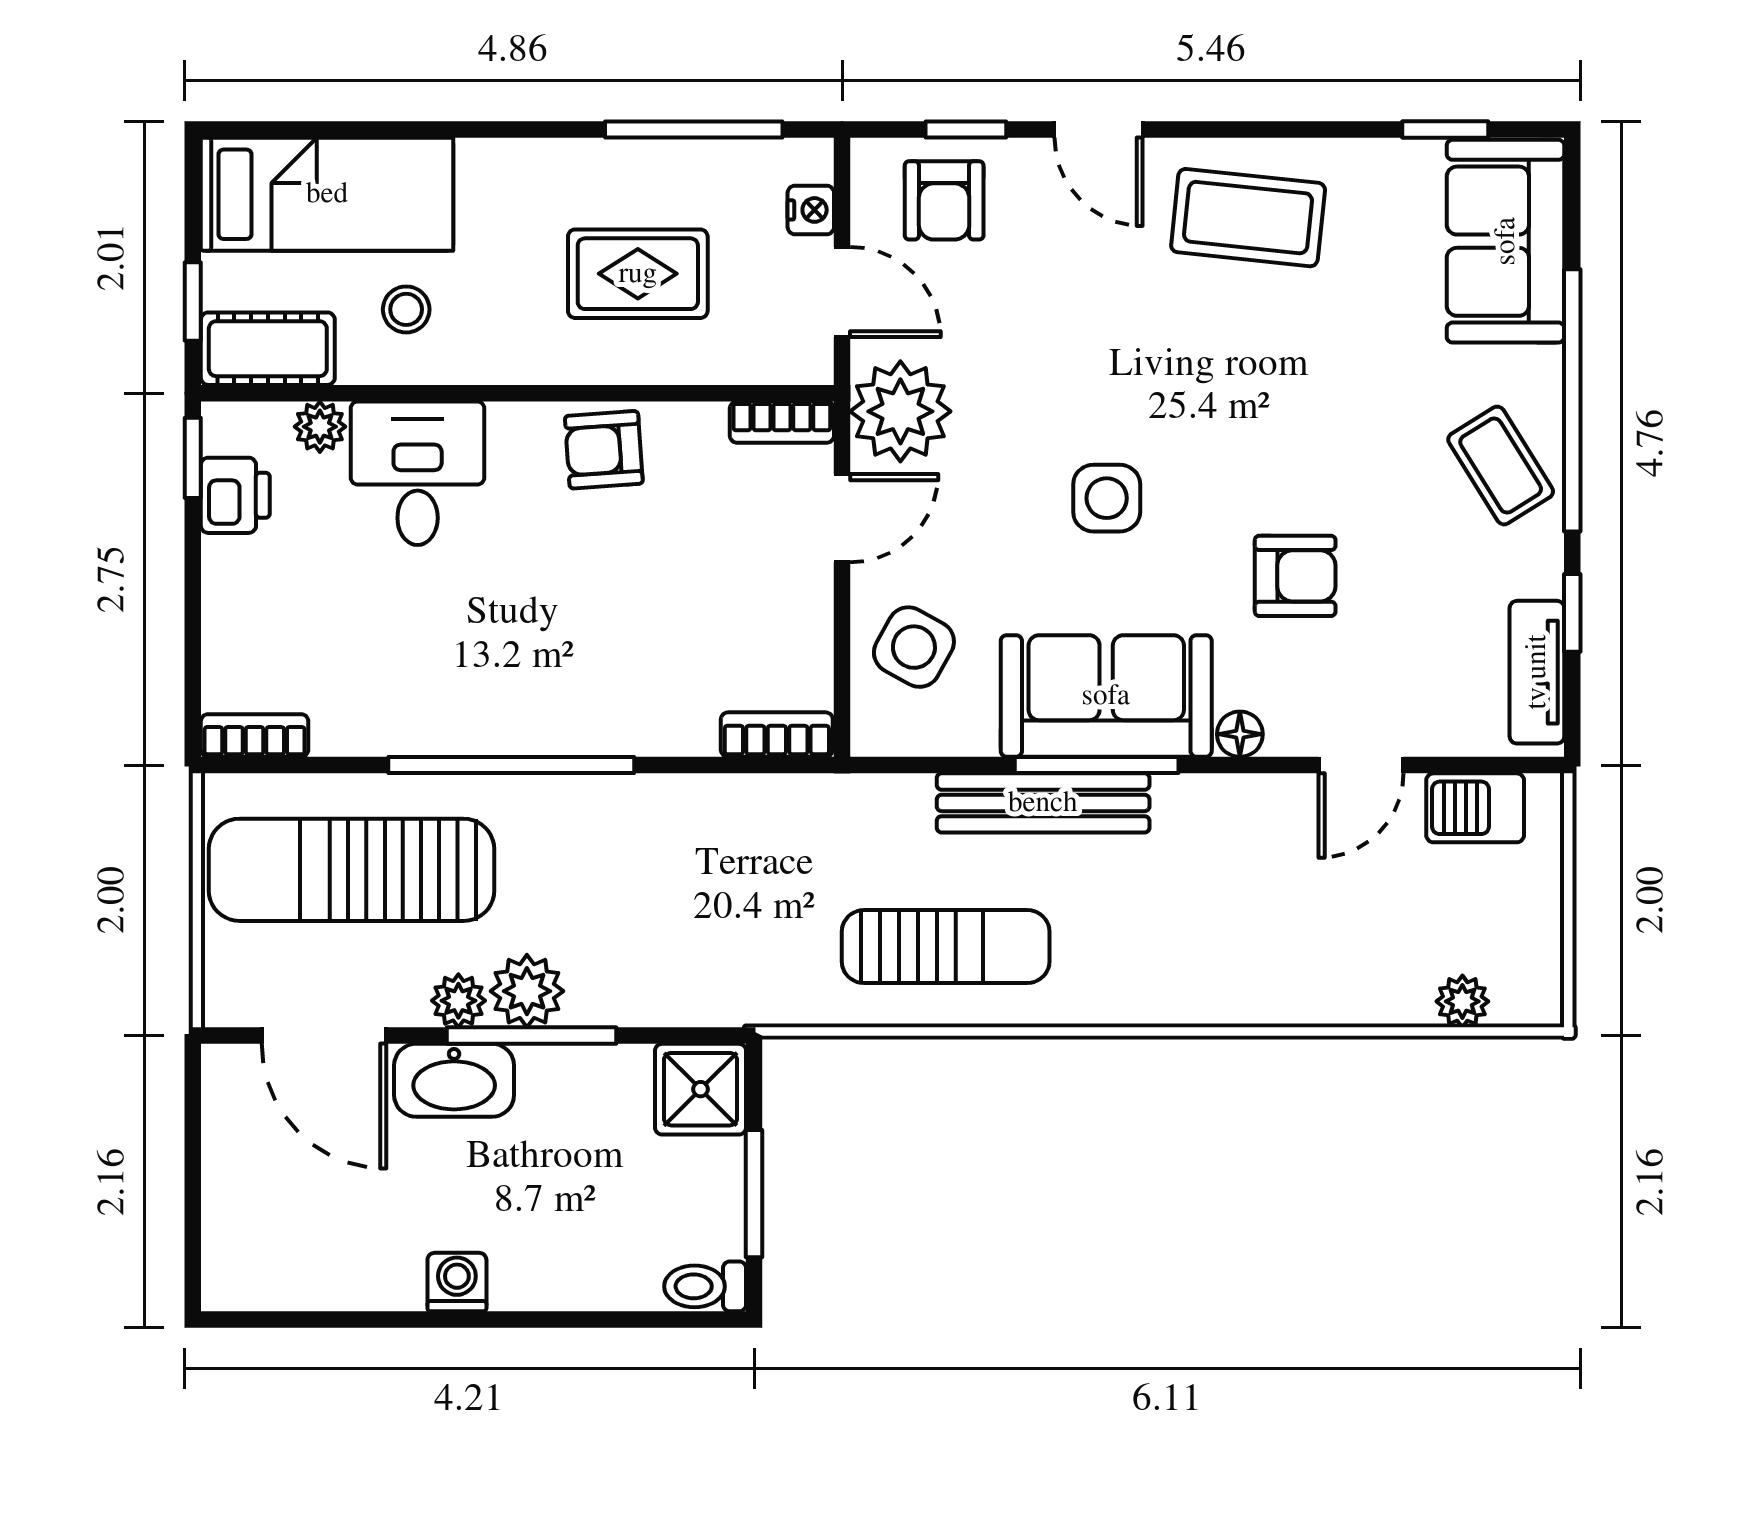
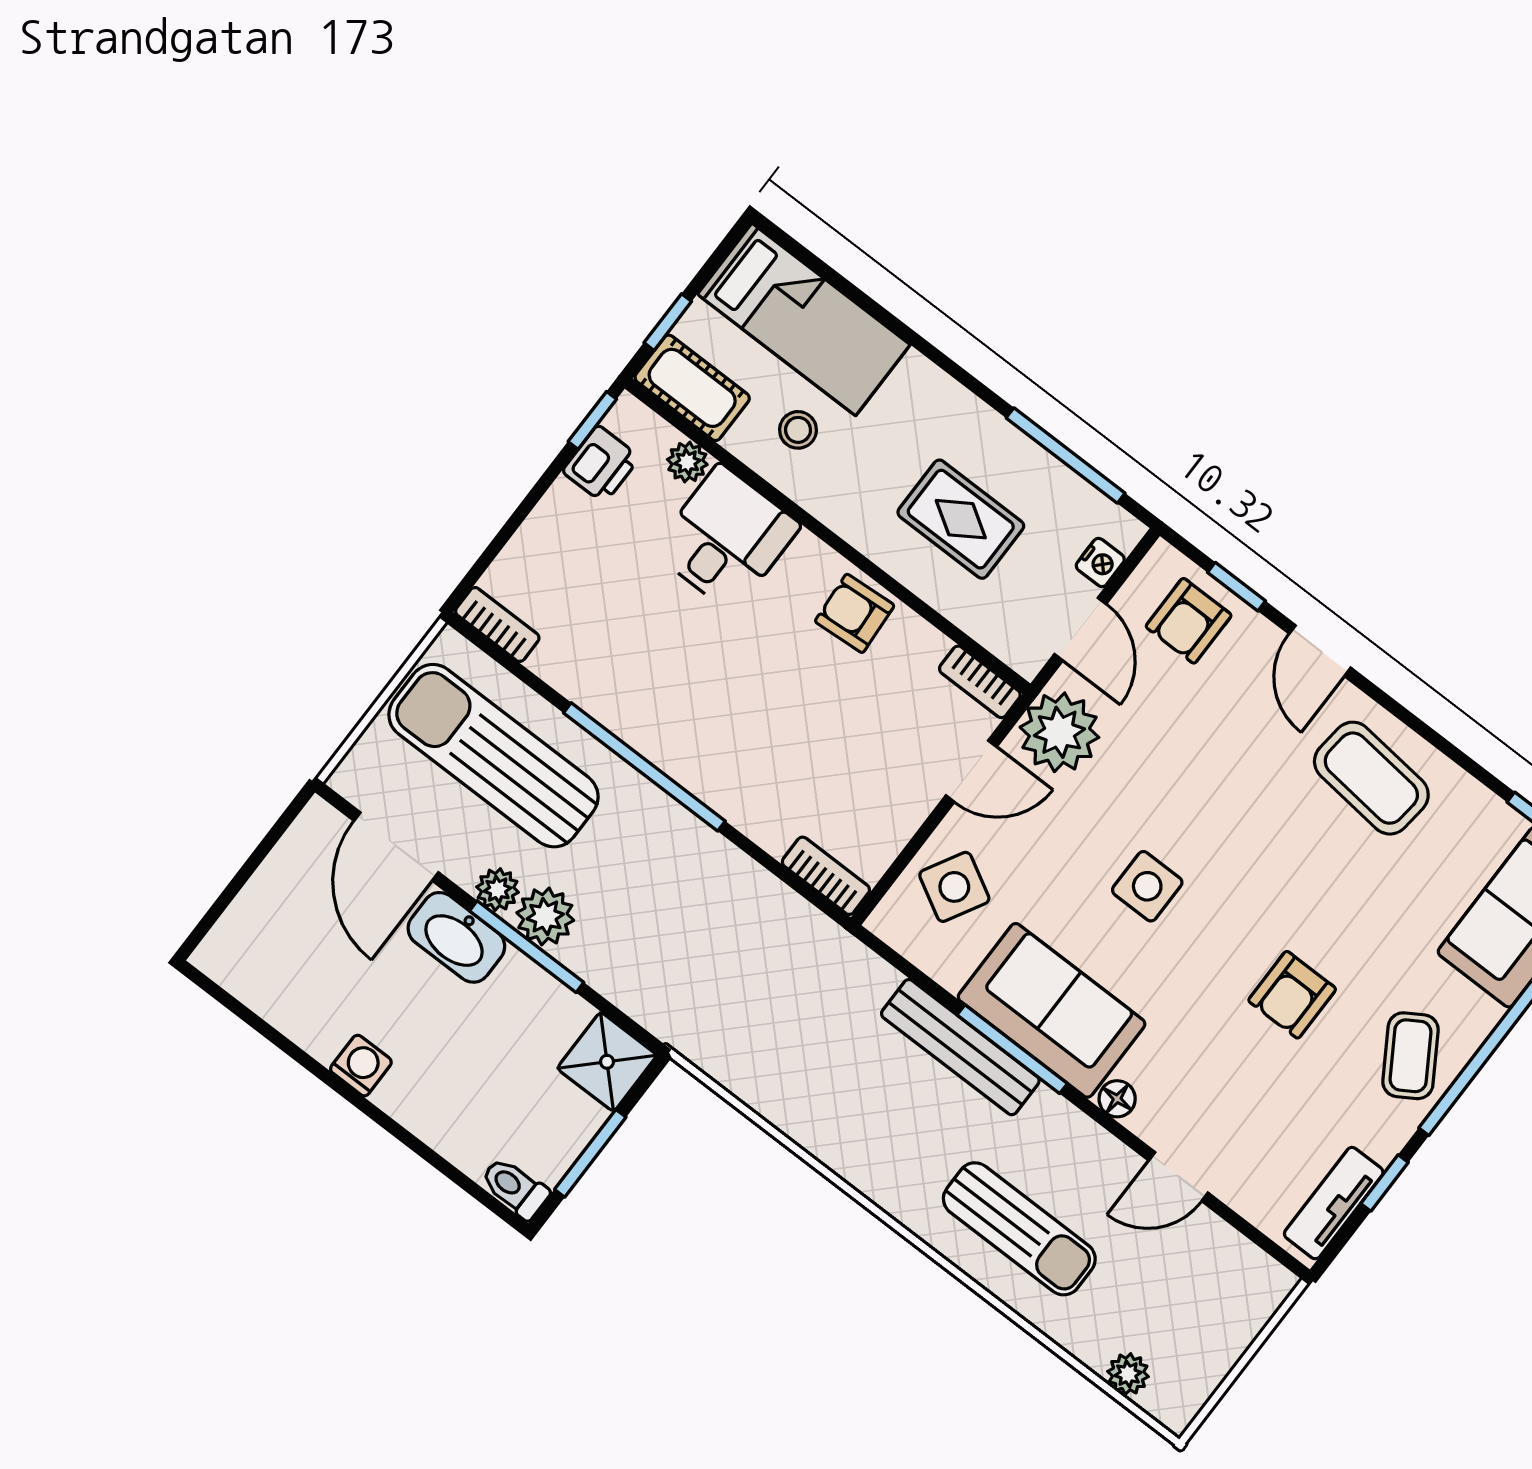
armchair: (1295, 576) -> (1292, 995), moved, turned 90
barbecue: (1475, 808) -> (1229, 1259), removed
sun lounger: (946, 947) -> (1019, 1229), moved

